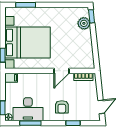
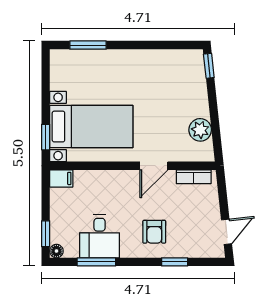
plant: (84, 23) -> (200, 130), moved
bed with nightstands: (27, 42) -> (91, 127), width x0.73
desk: (28, 109) -> (100, 236), width x0.73

